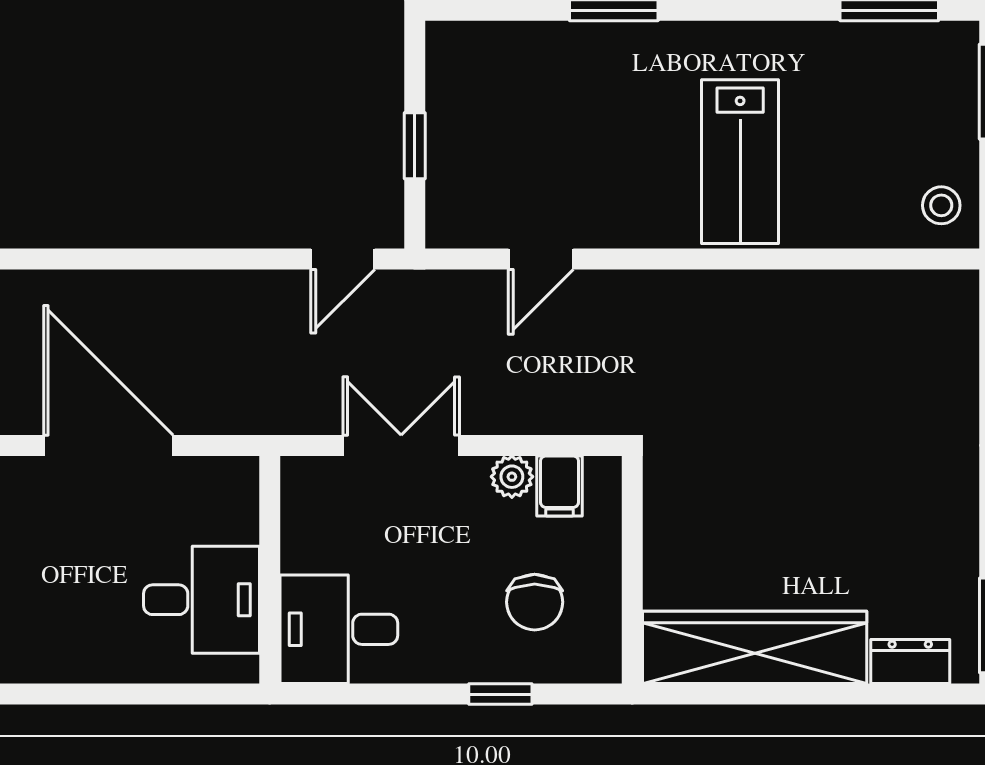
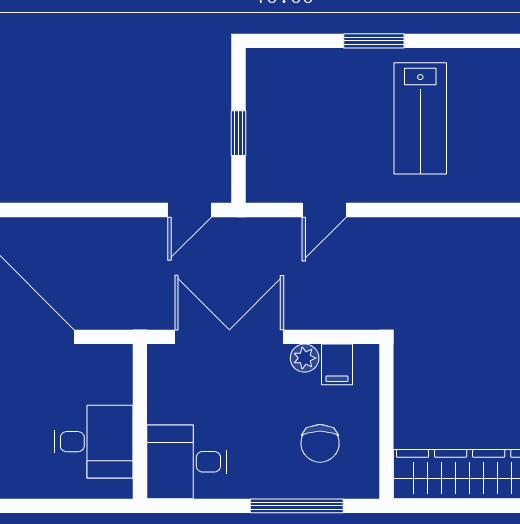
lab bench: (740, 162) -> (420, 118), moved
double door: (401, 445) -> (229, 337), width x1.37
window: (500, 694) -> (297, 506), width x2.17

